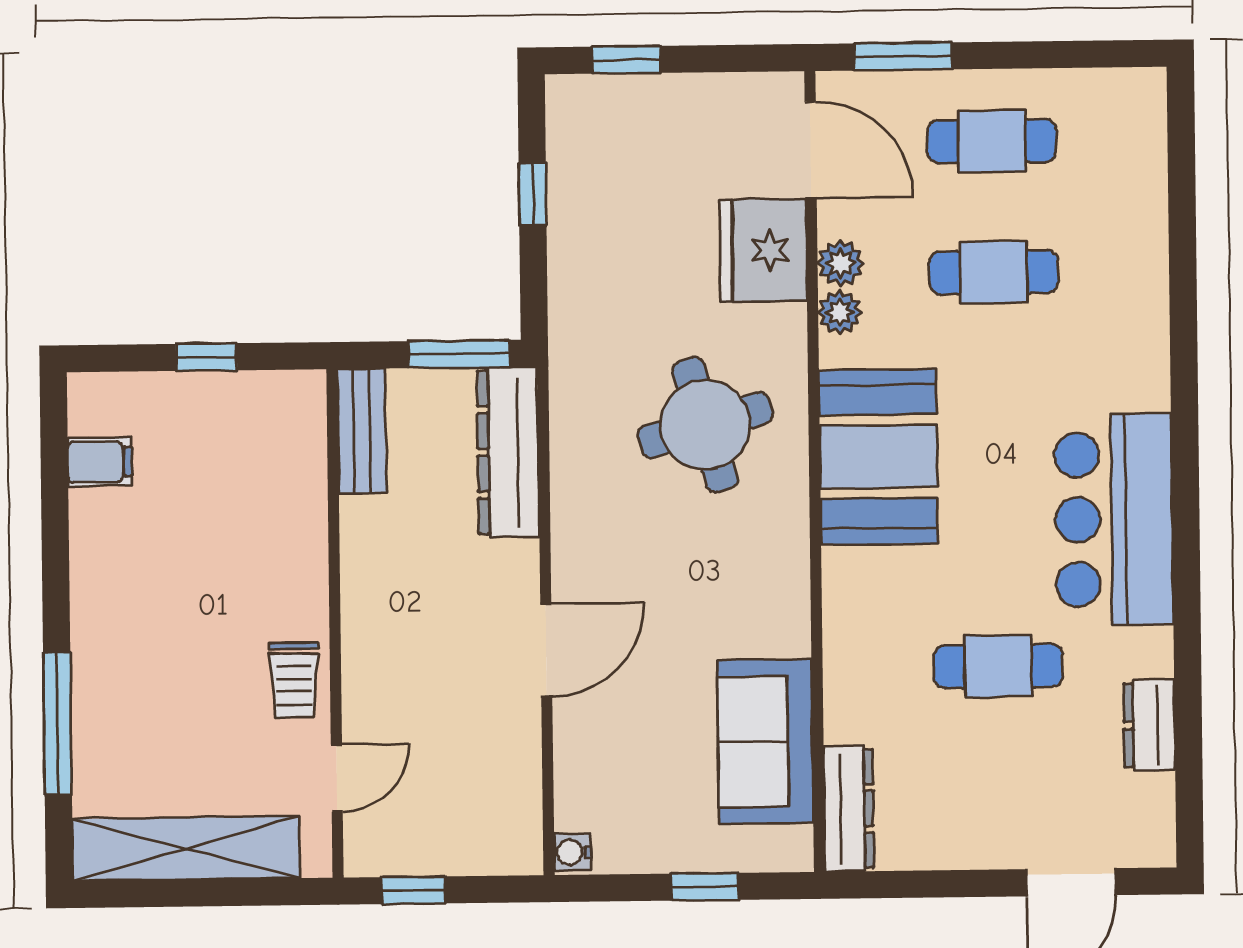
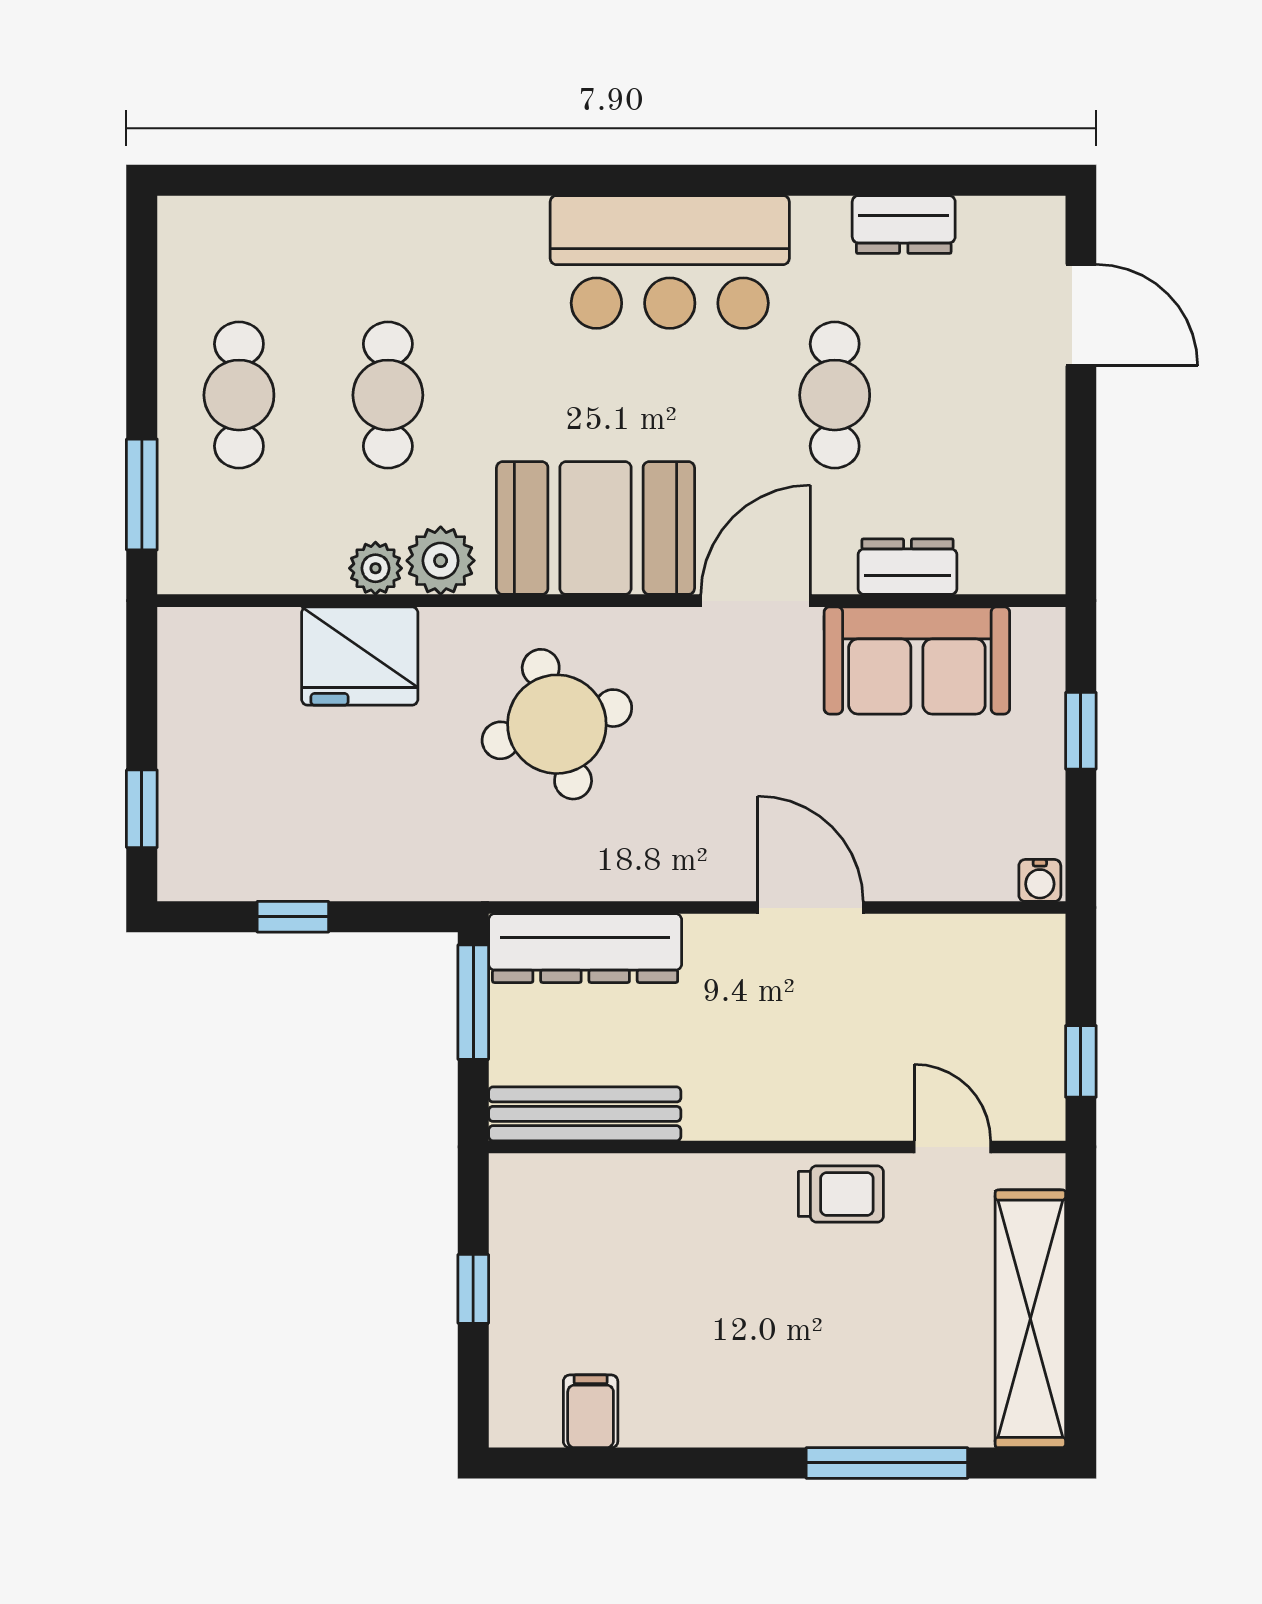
door: (811, 150) -> (756, 601), moved
plant: (840, 312) -> (441, 561), width x1.38, depth x1.38
bench: (362, 431) -> (585, 1114), width x1.36
dresser: (849, 809) -> (907, 567), moved, width x0.70

